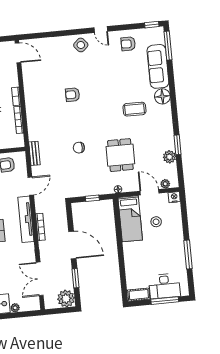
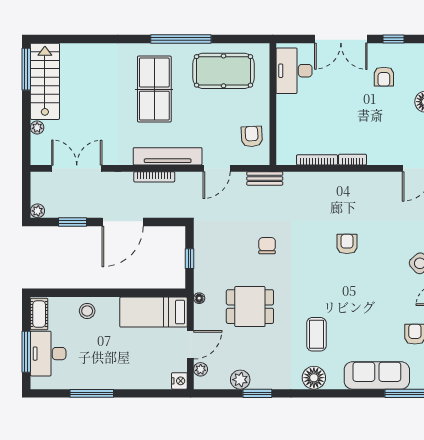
floor lamp: (162, 96) -> (314, 378), moved
door: (31, 186) -> (217, 168), hinge flipped
stool: (156, 222) -> (87, 311), moved
plant: (66, 299) -> (37, 211), width x0.53, depth x0.53

